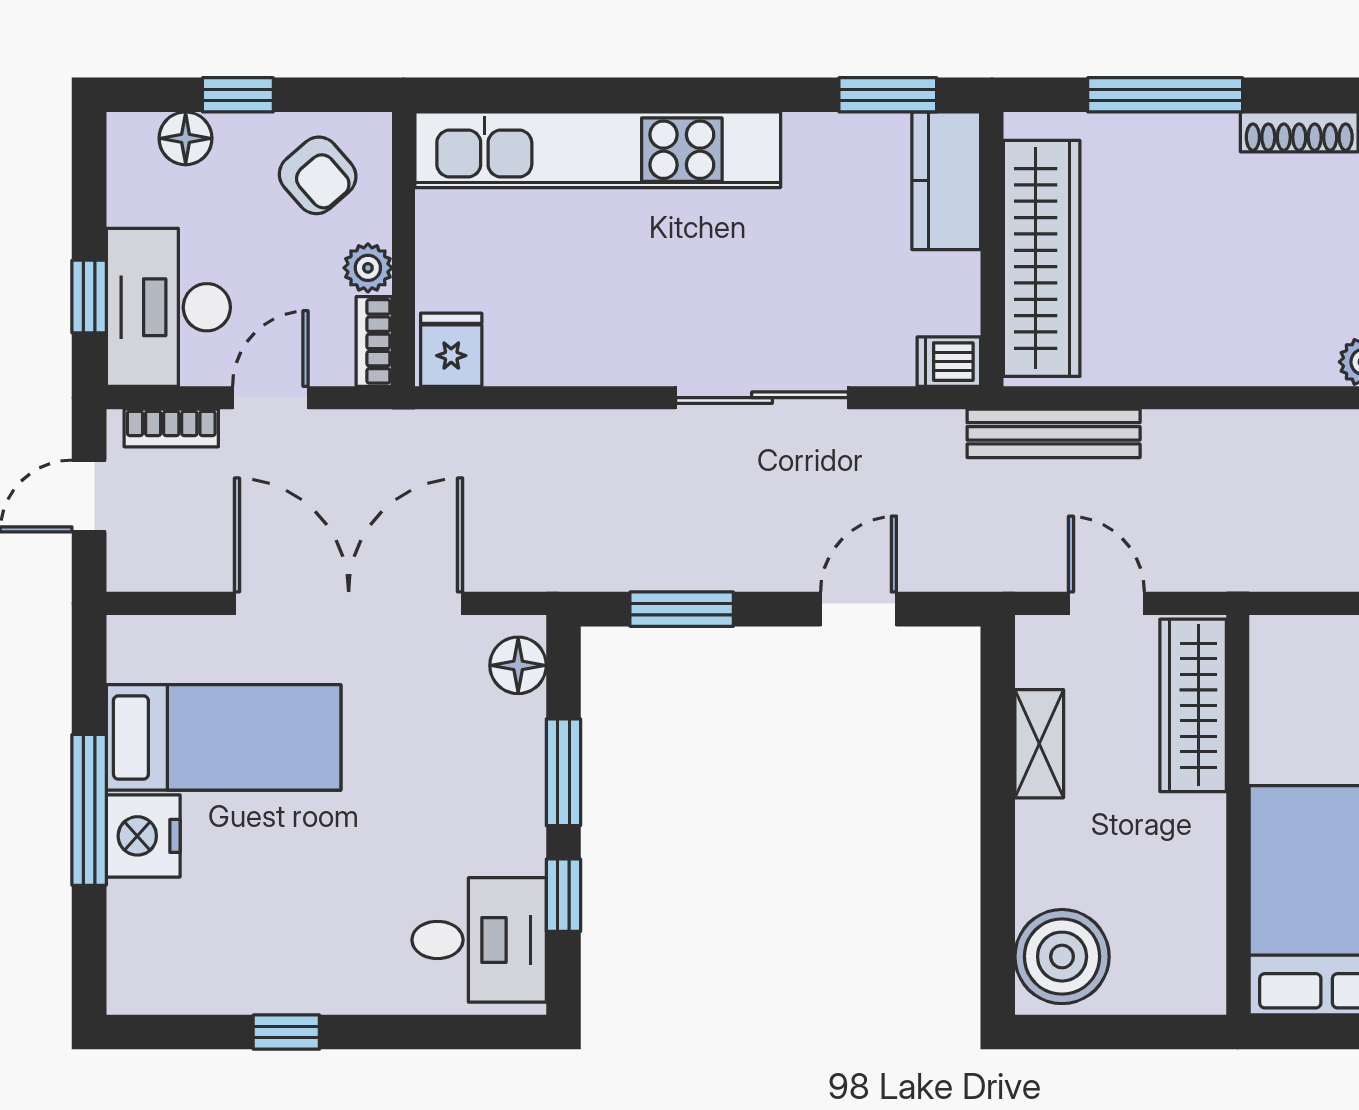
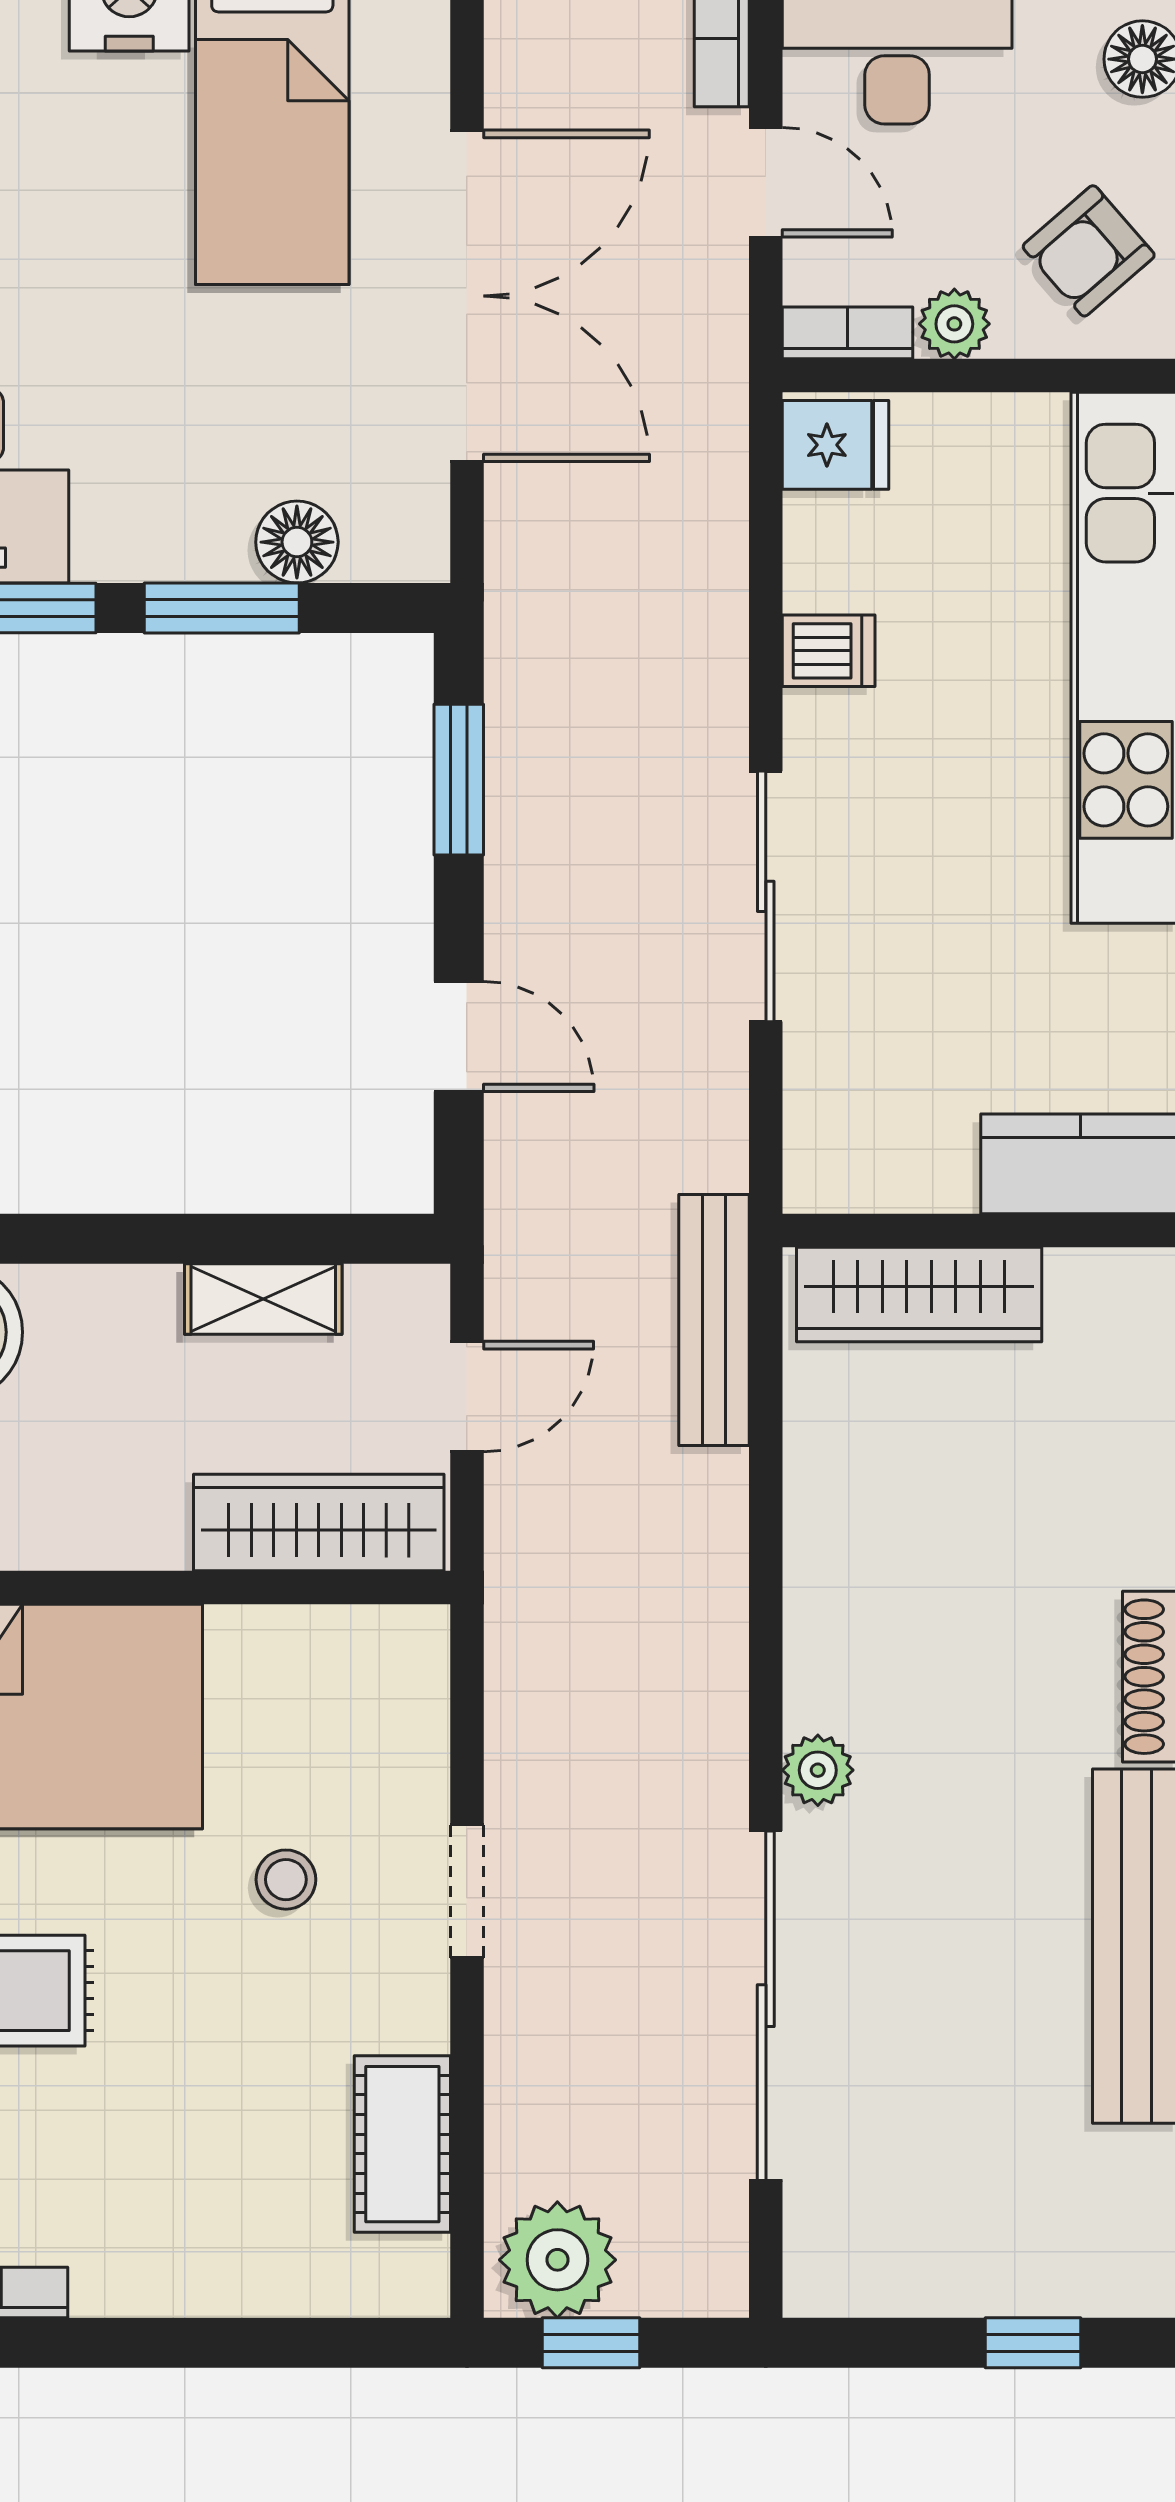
wardrobe: (1042, 258) -> (919, 1294), width x0.71, depth x0.85
dishwasher: (949, 362) -> (829, 651), moved, turned 90
floor lamp: (518, 665) -> (297, 542), moved

